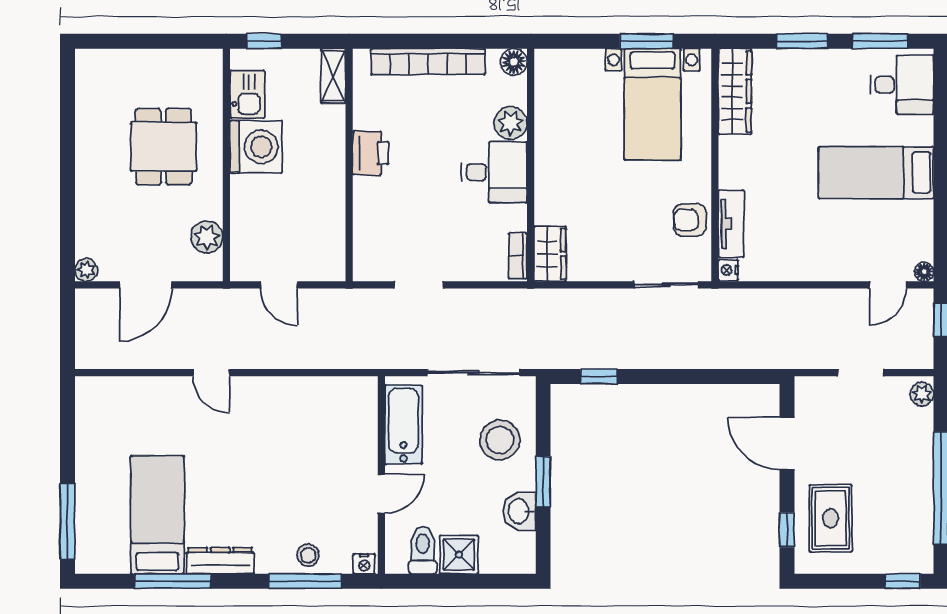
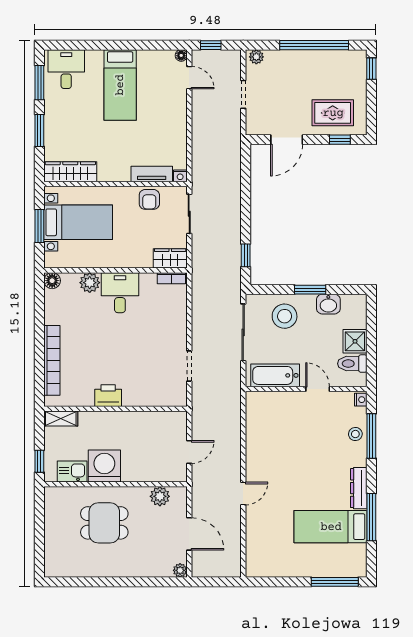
floor lamp: (514, 62) -> (52, 281), moved
plant: (511, 123) -> (90, 283), moved
wall: (531, 165) -> (116, 270), moved
desk: (494, 172) -> (120, 293), moved
wardrobe: (550, 254) -> (170, 258), moved
bookcase: (518, 256) -> (171, 278), moved

